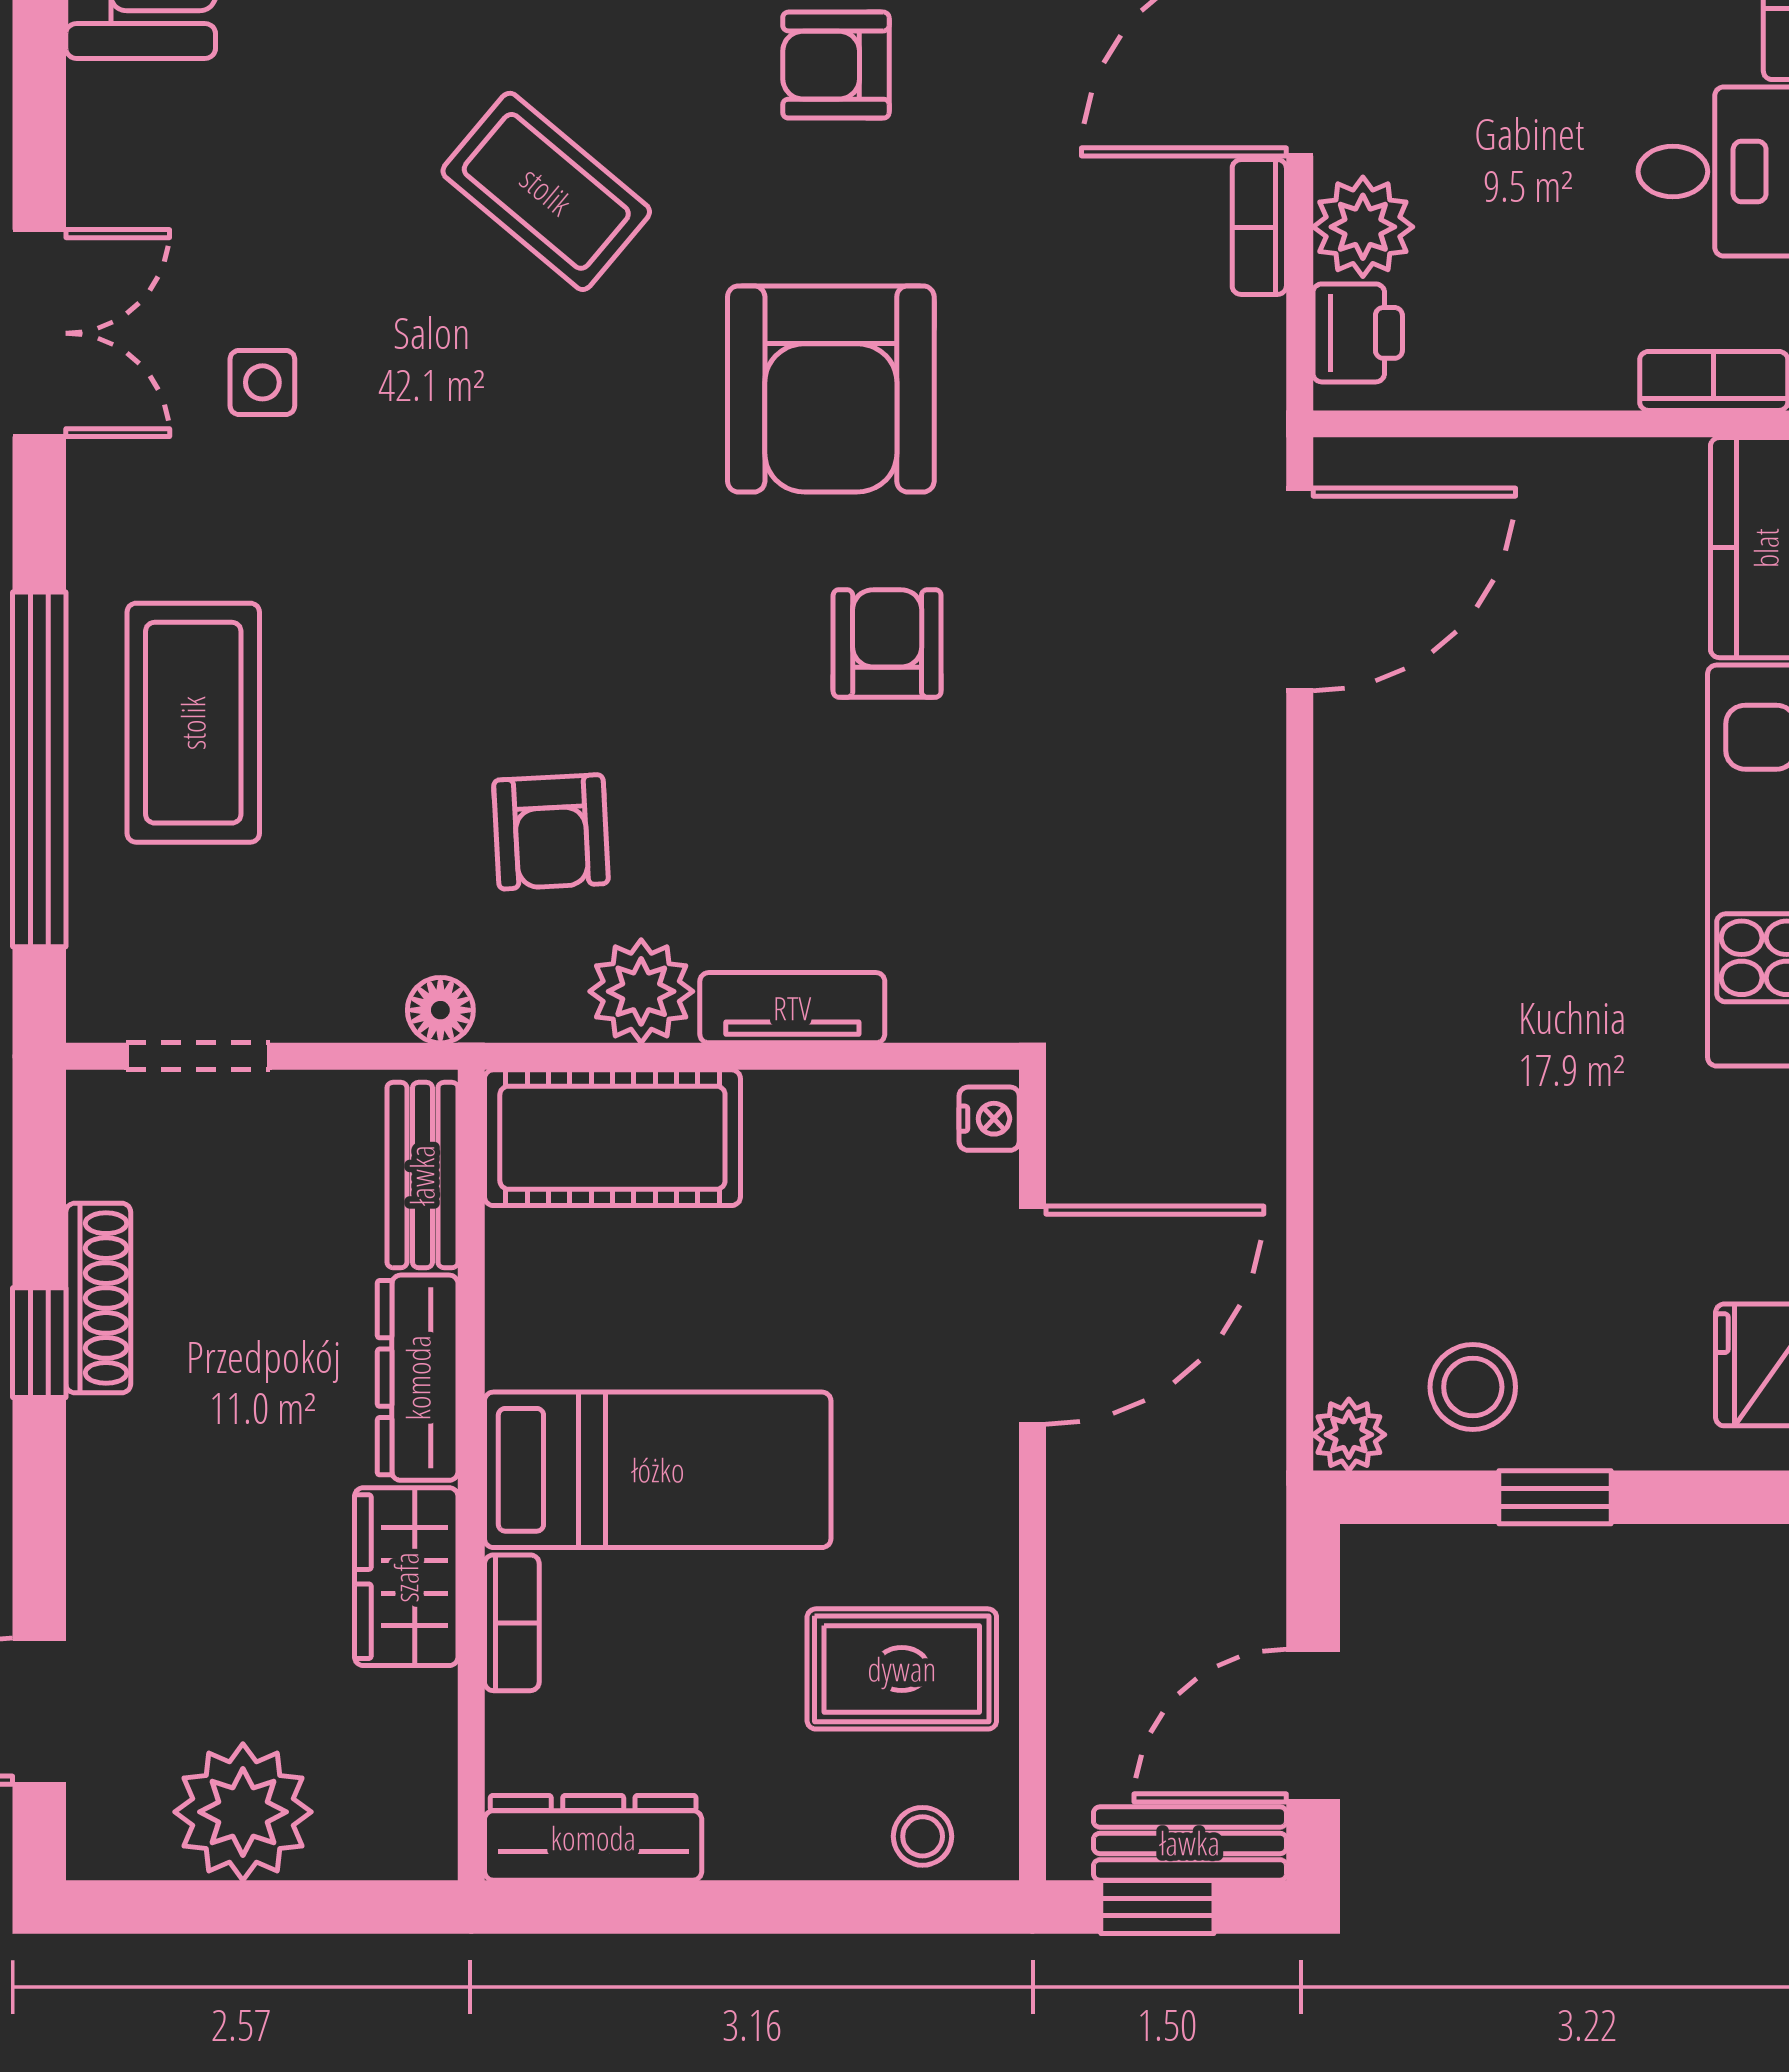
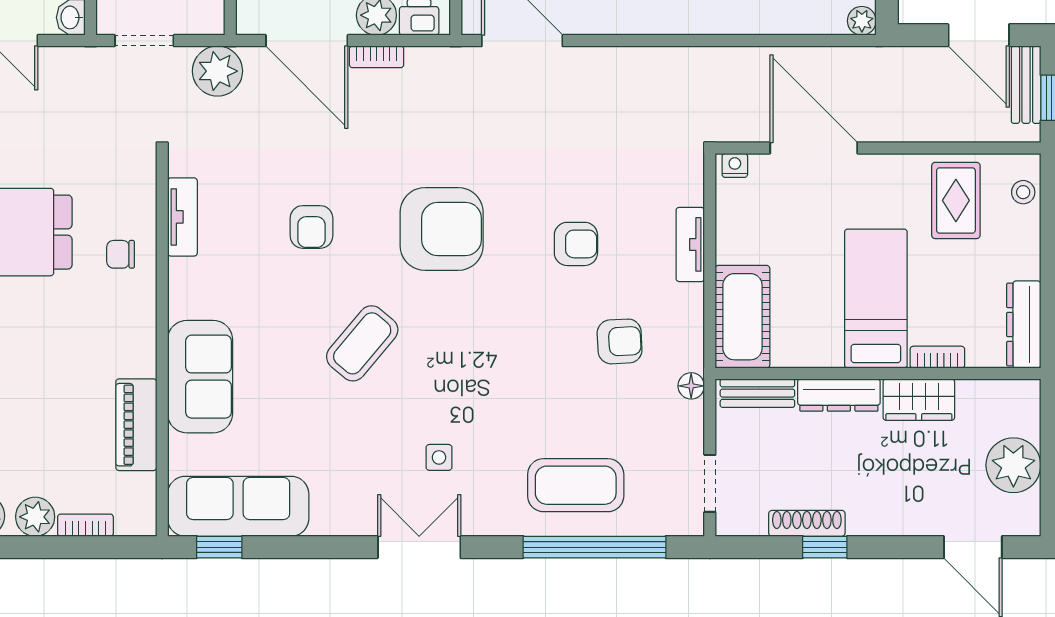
armchair: (887, 643) -> (576, 244), moved, turned 180
plant: (641, 991) -> (684, 305), removed

